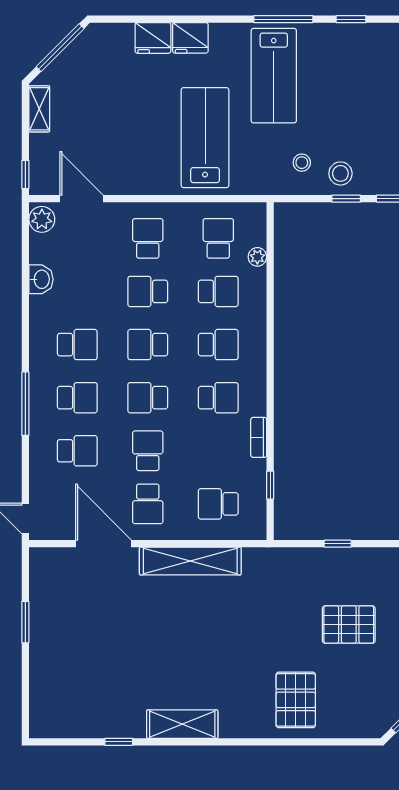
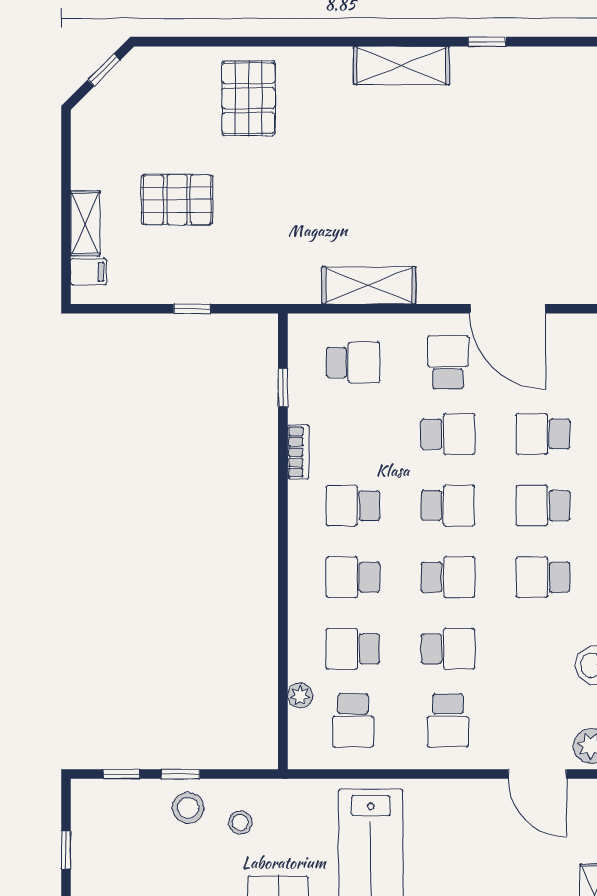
school desk: (148, 451) -> (448, 434), turned -90
shelving: (190, 561) -> (369, 285), width x0.68

